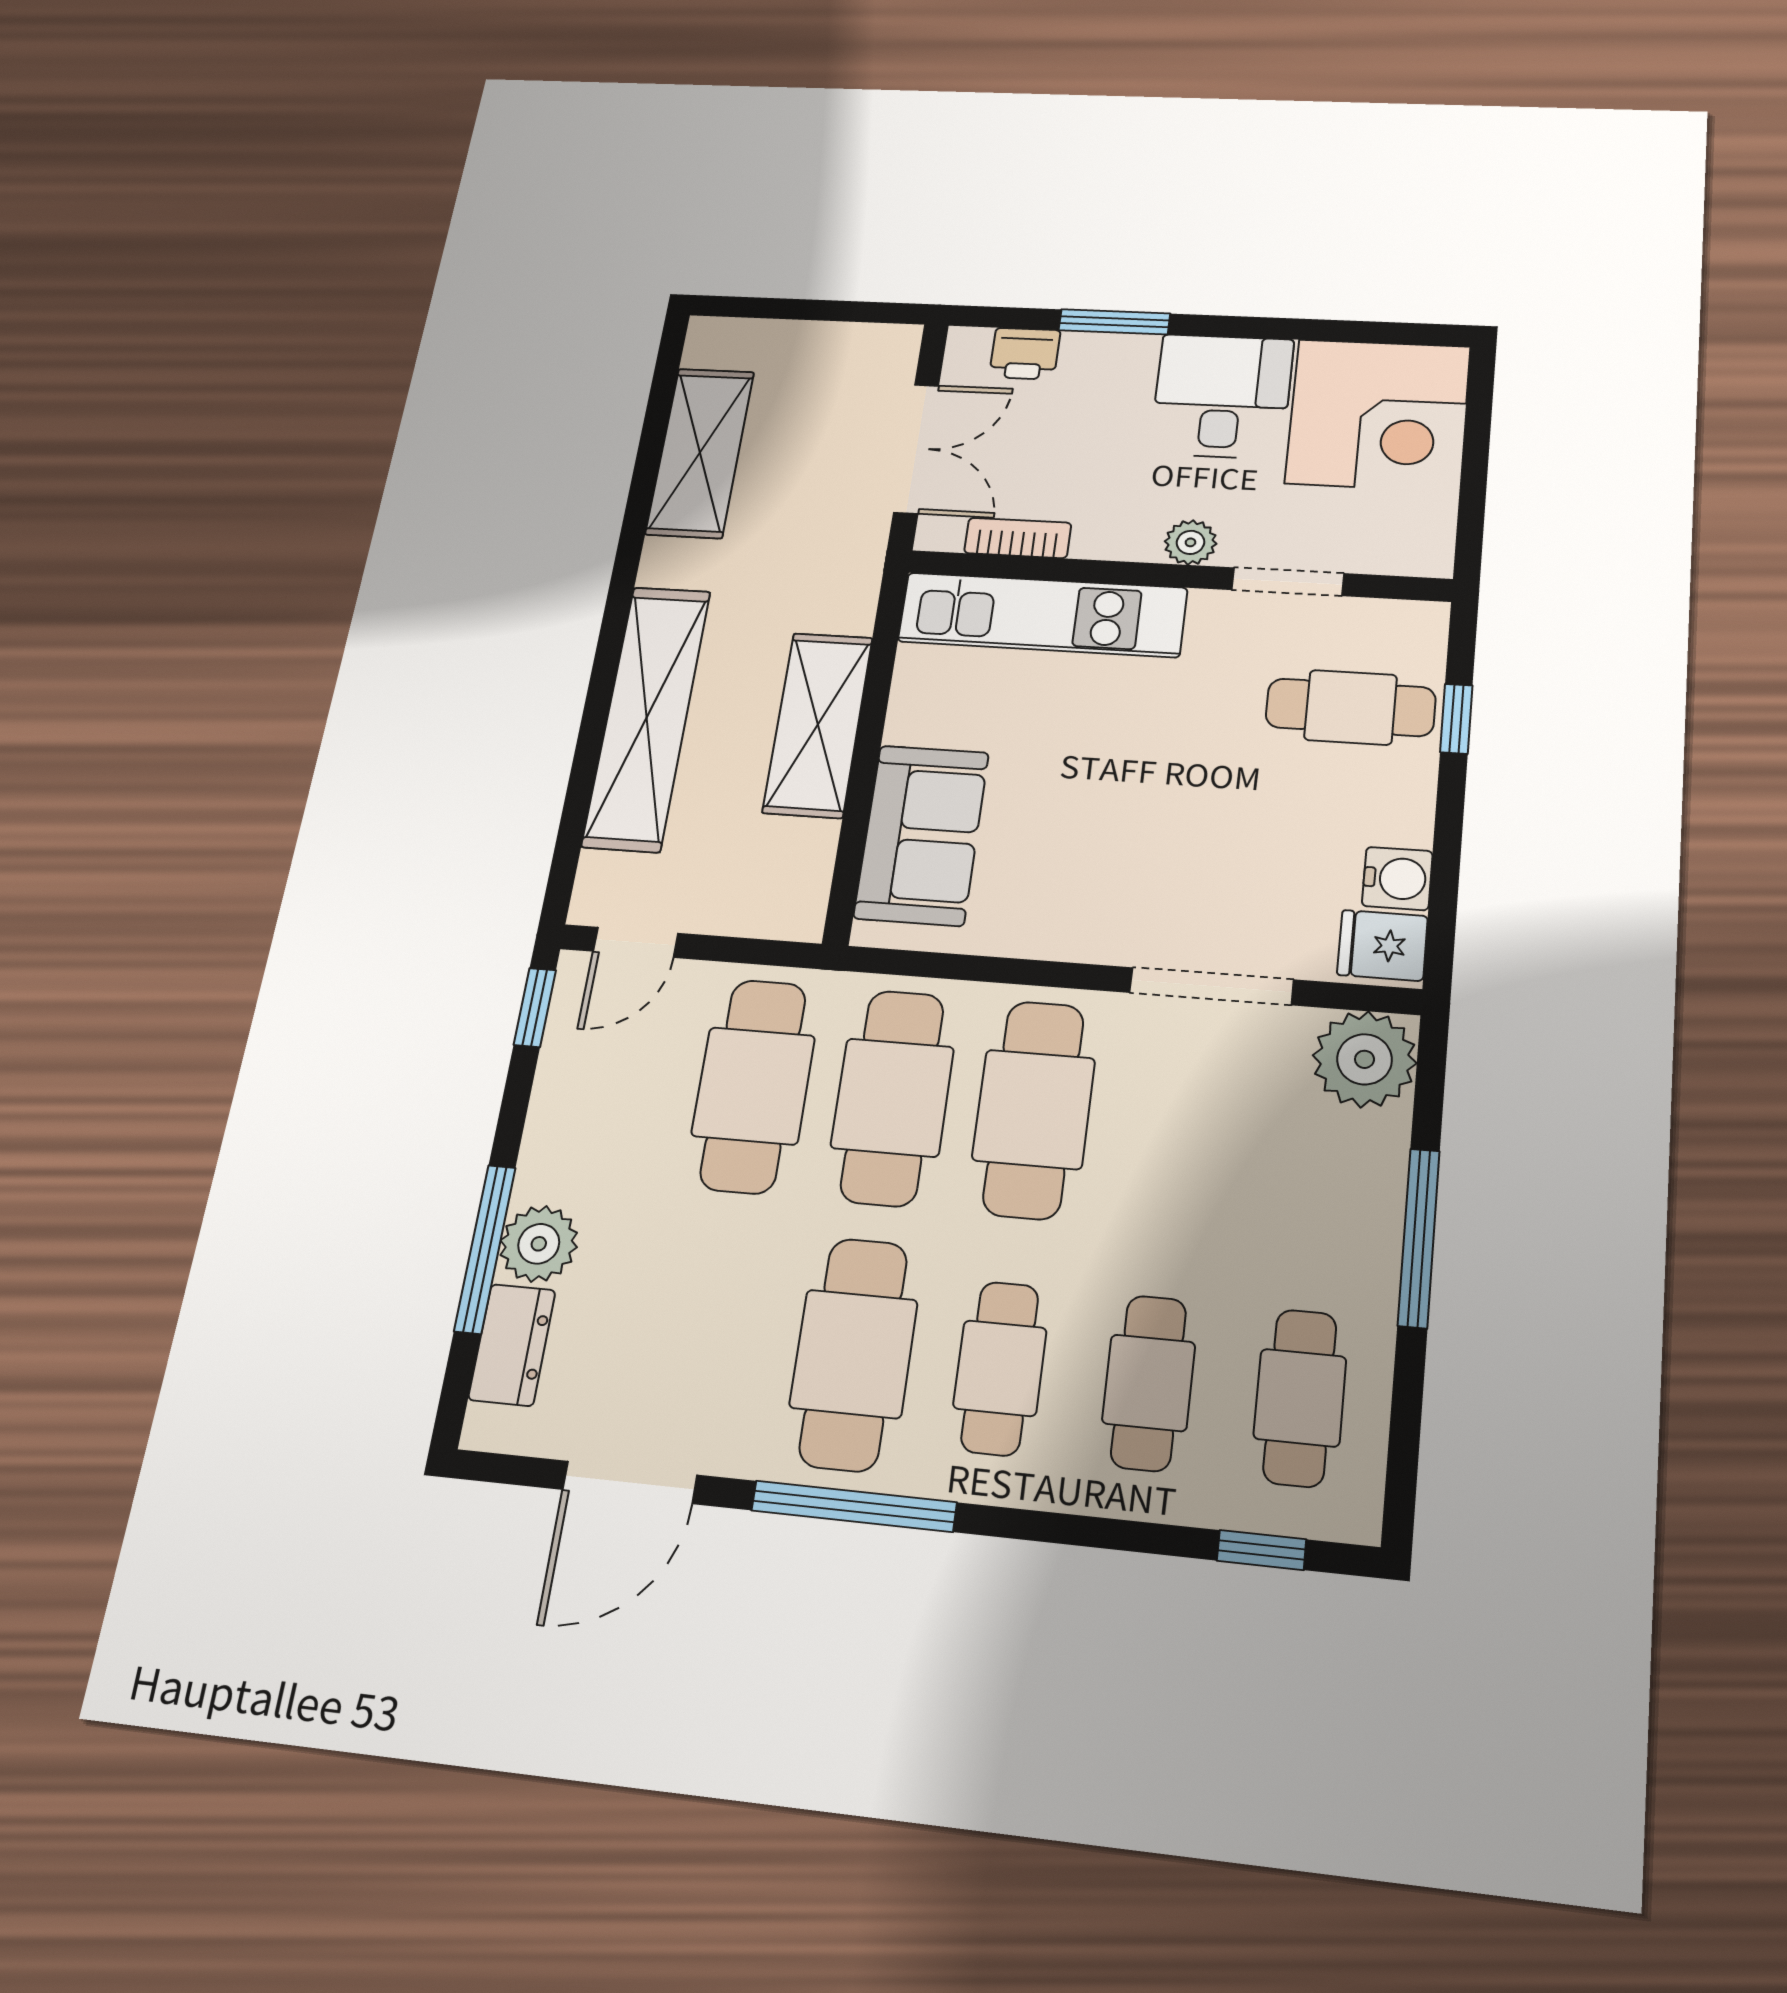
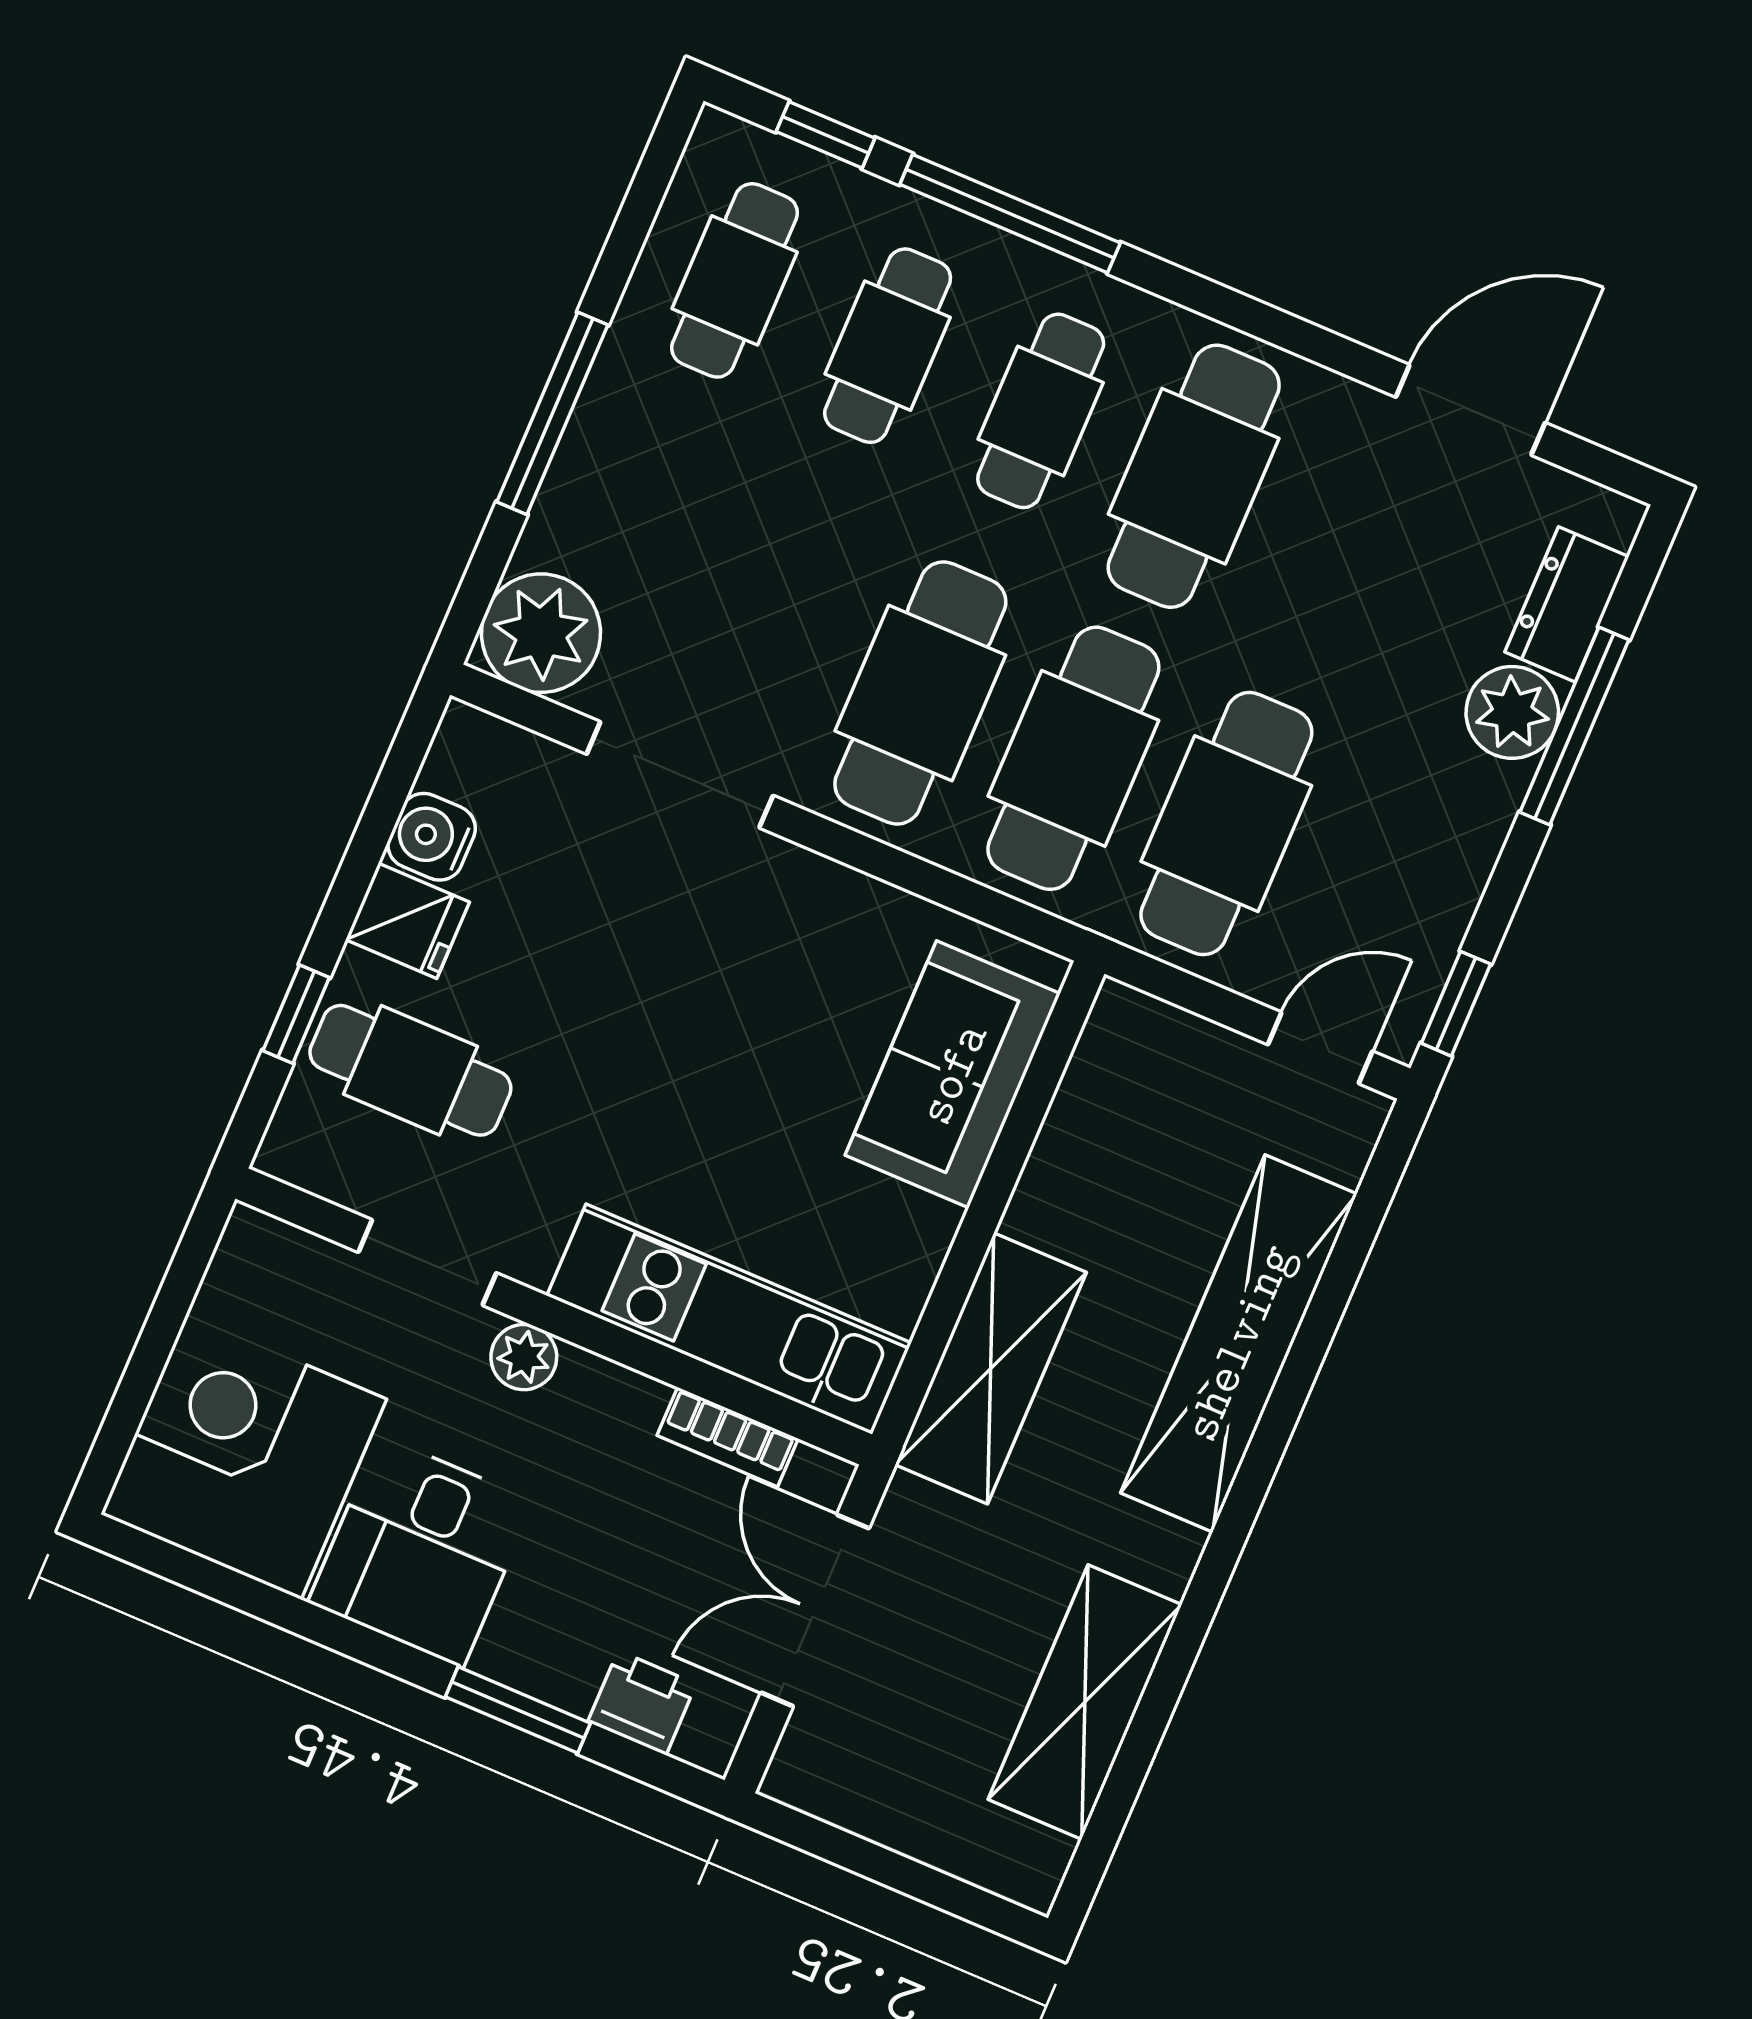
shelving: (818, 725) -> (991, 1368), moved
fridge: (1382, 945) -> (408, 921), moved
window: (854, 1506) -> (1010, 214), moved

